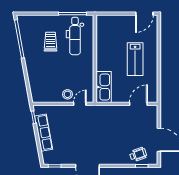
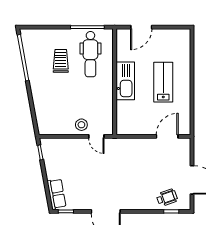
door: (144, 14) -> (141, 27), moved
lab bench: (135, 59) -> (163, 82), turned 180
kitchen sink: (104, 87) -> (125, 81), moved
door: (80, 104) -> (96, 136), swing flipped
row of seats: (44, 133) -> (57, 194), moved, width x0.68

